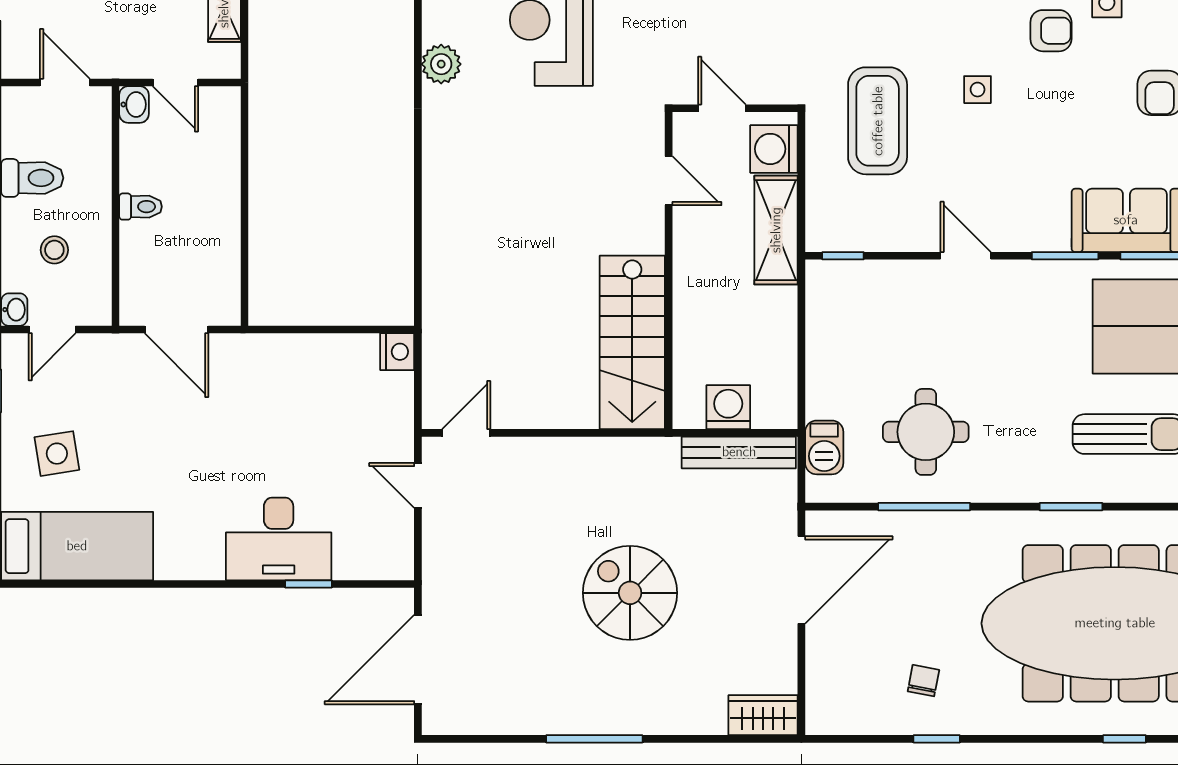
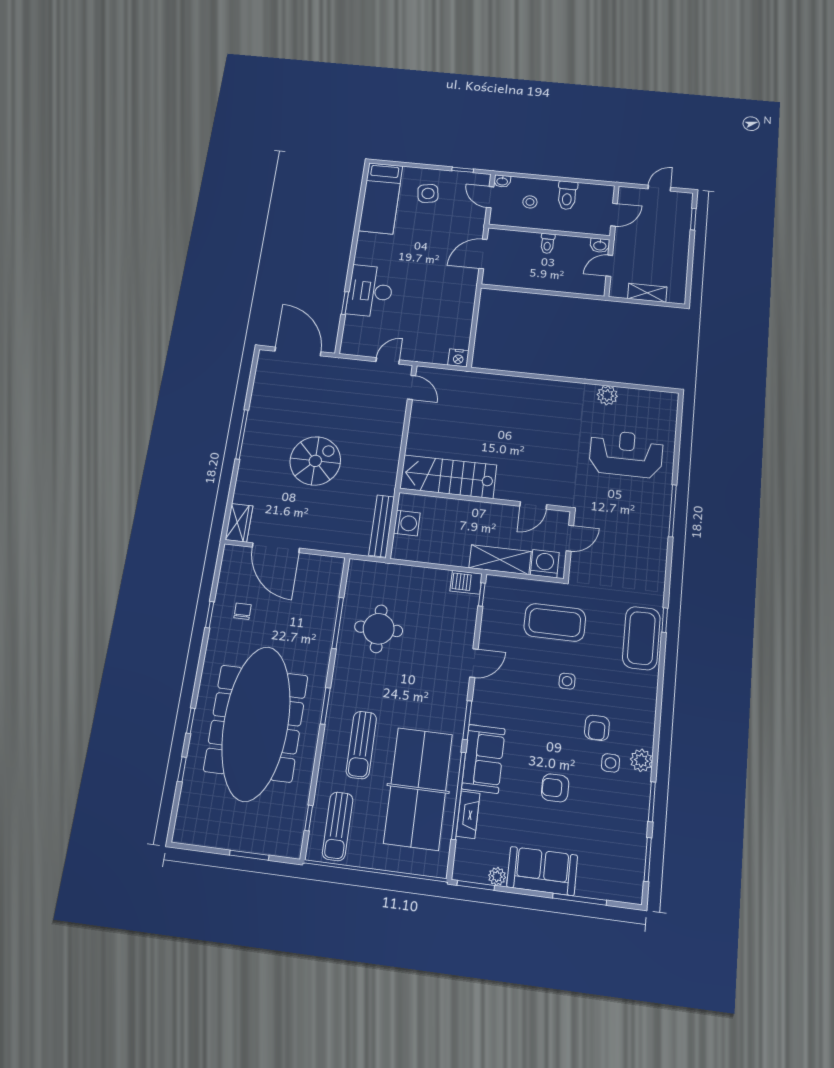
barbecue: (824, 447) -> (466, 582), moved
door: (801, 580) -> (276, 548), moved
chair: (923, 681) -> (243, 611), turned -101

